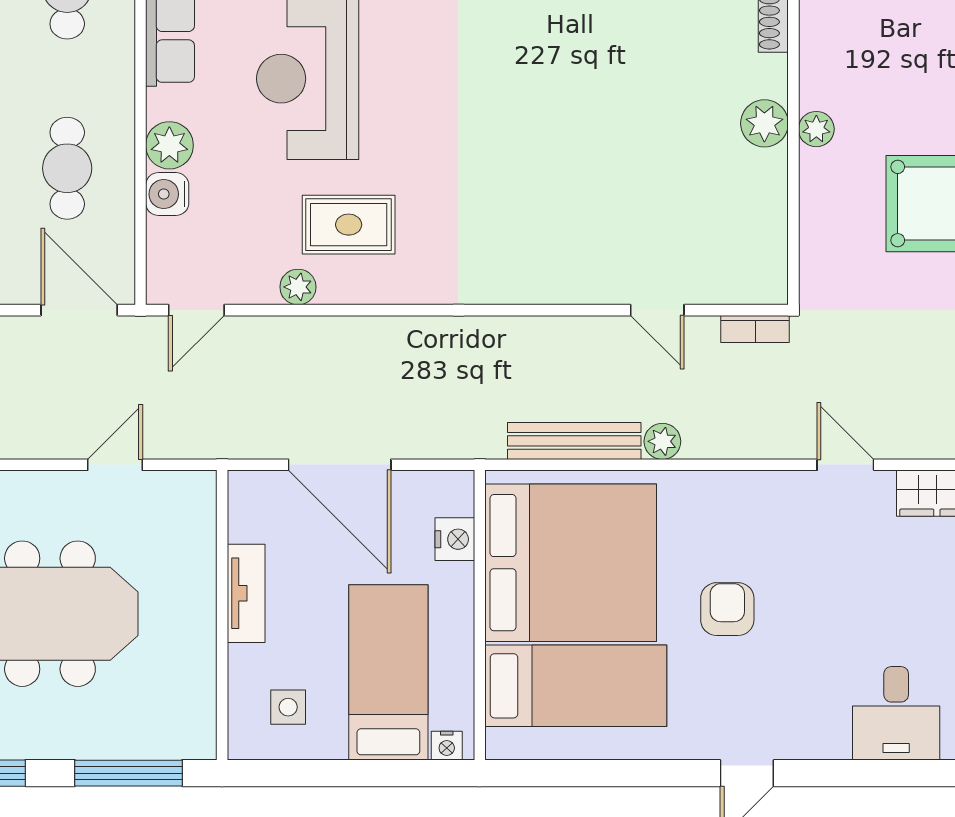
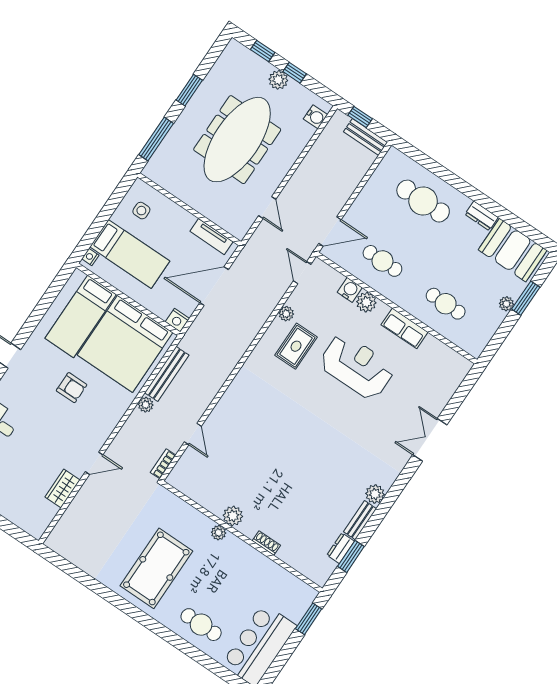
door: (657, 310) -> (193, 434), swing flipped
nightstand: (455, 539) -> (177, 320), moved
tv unit: (246, 593) -> (211, 237), moved

